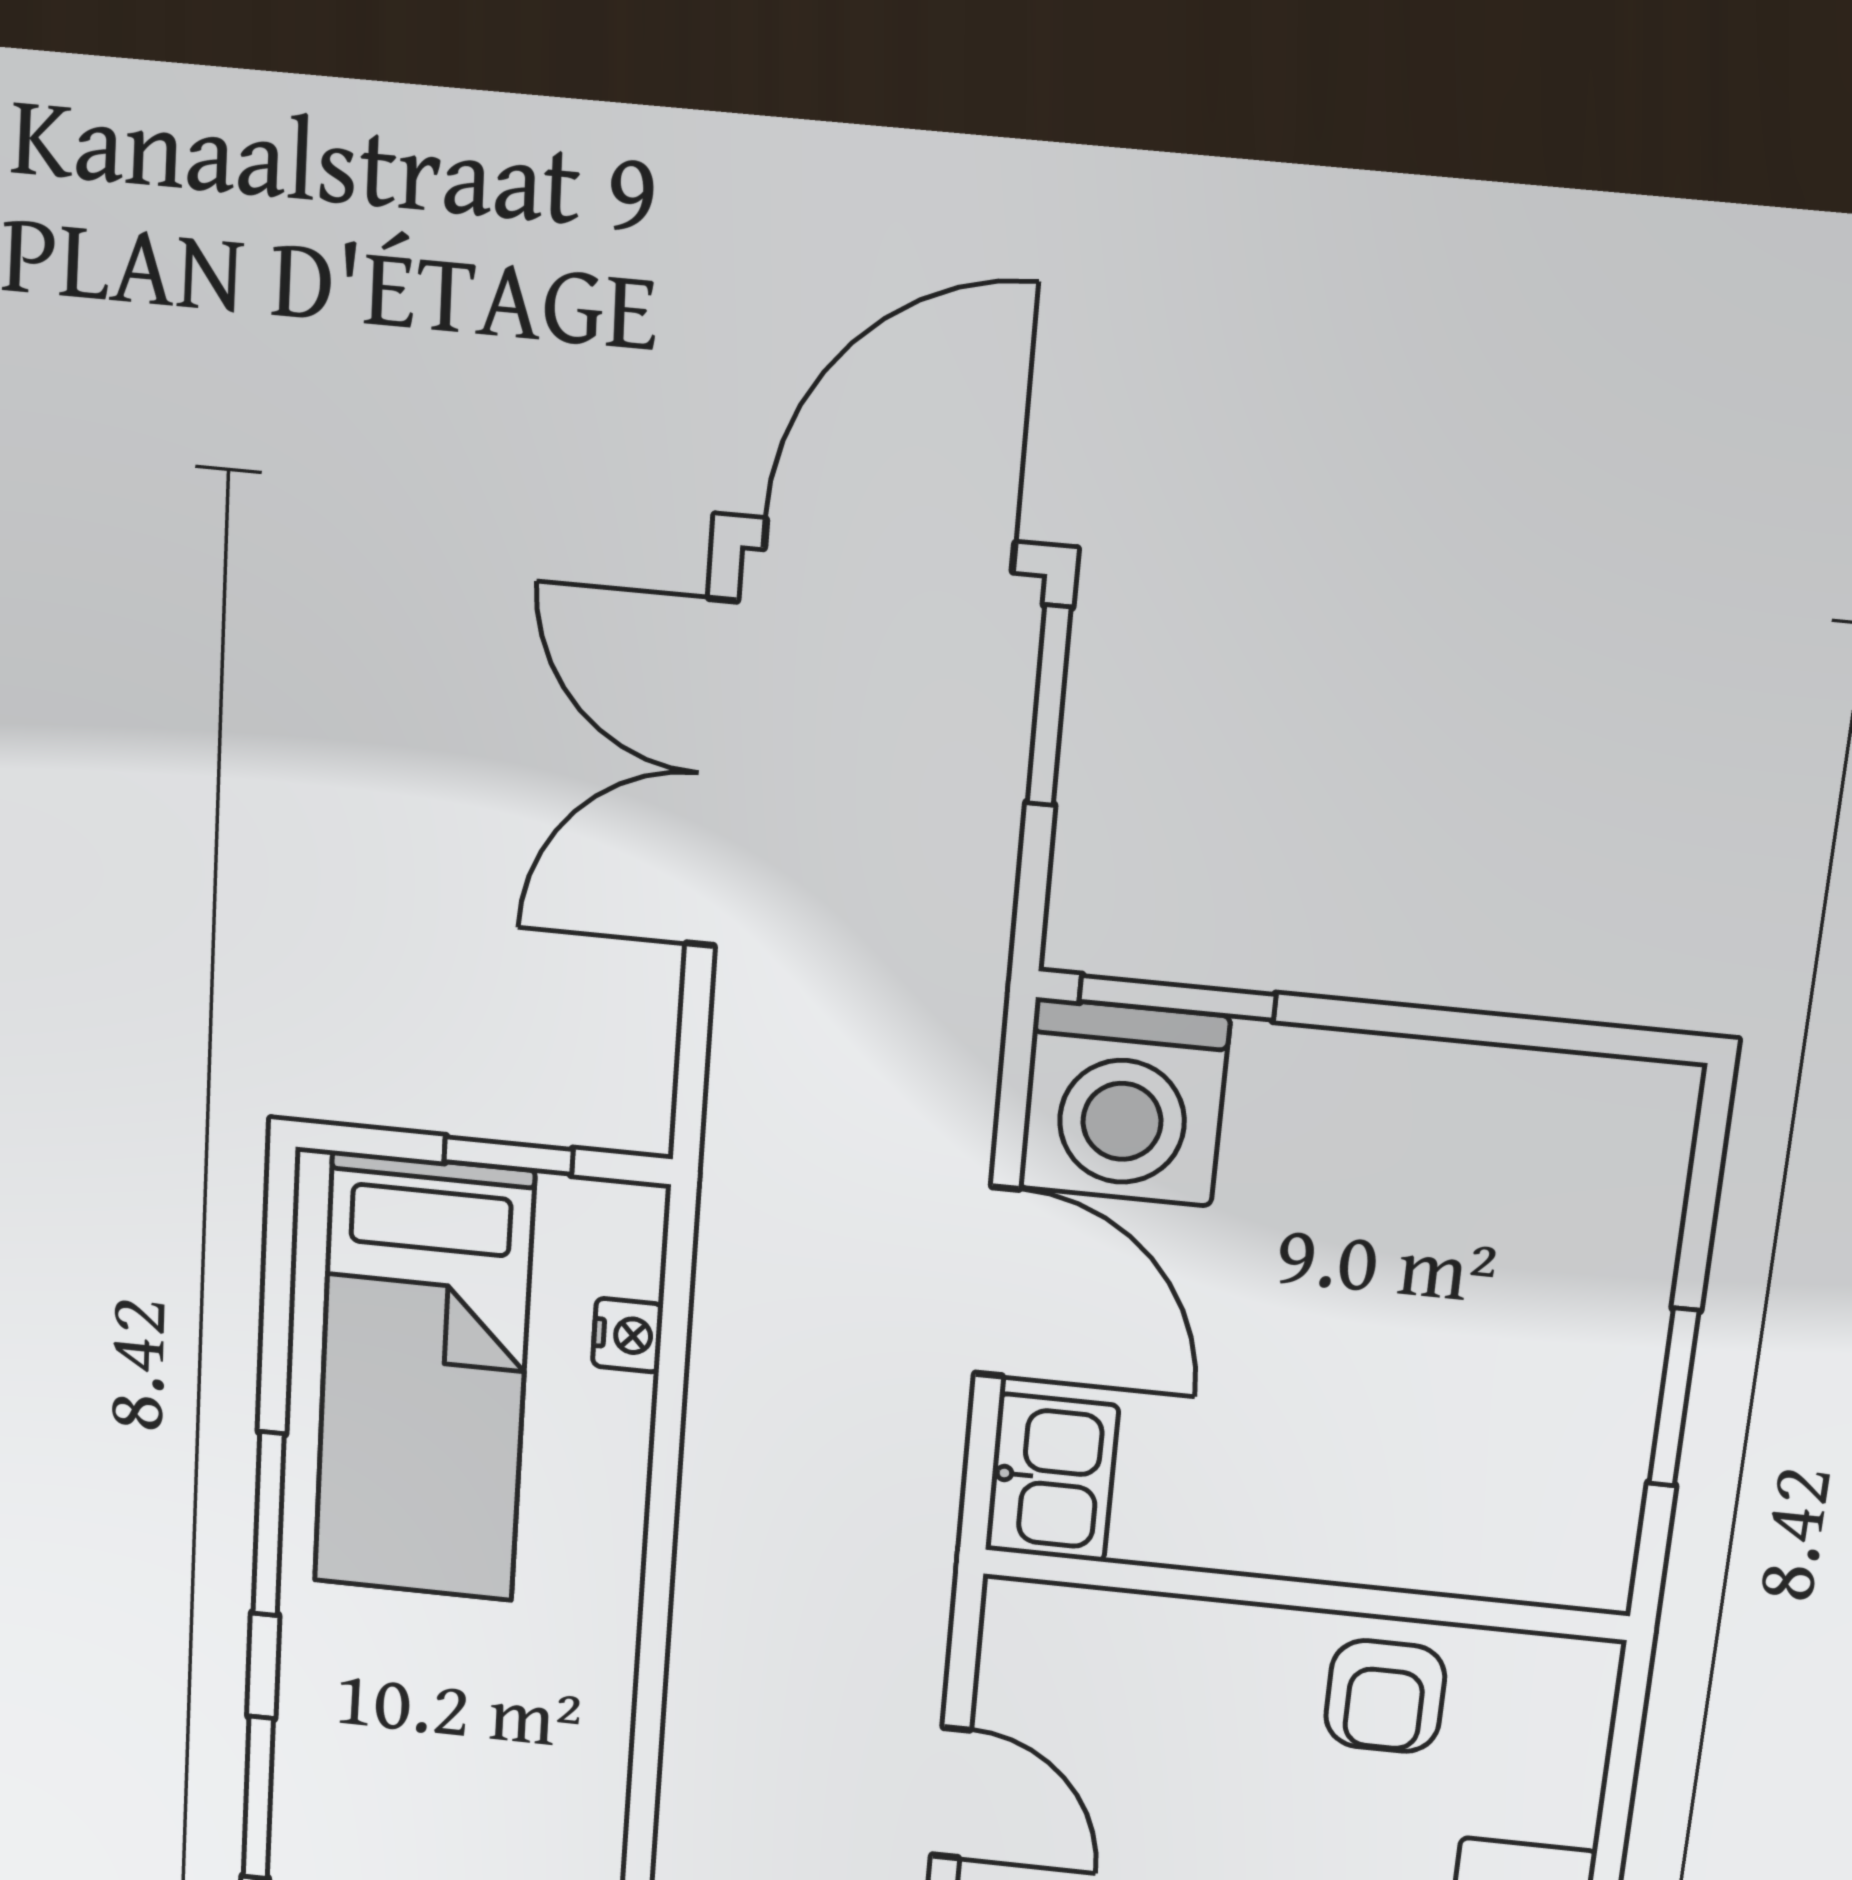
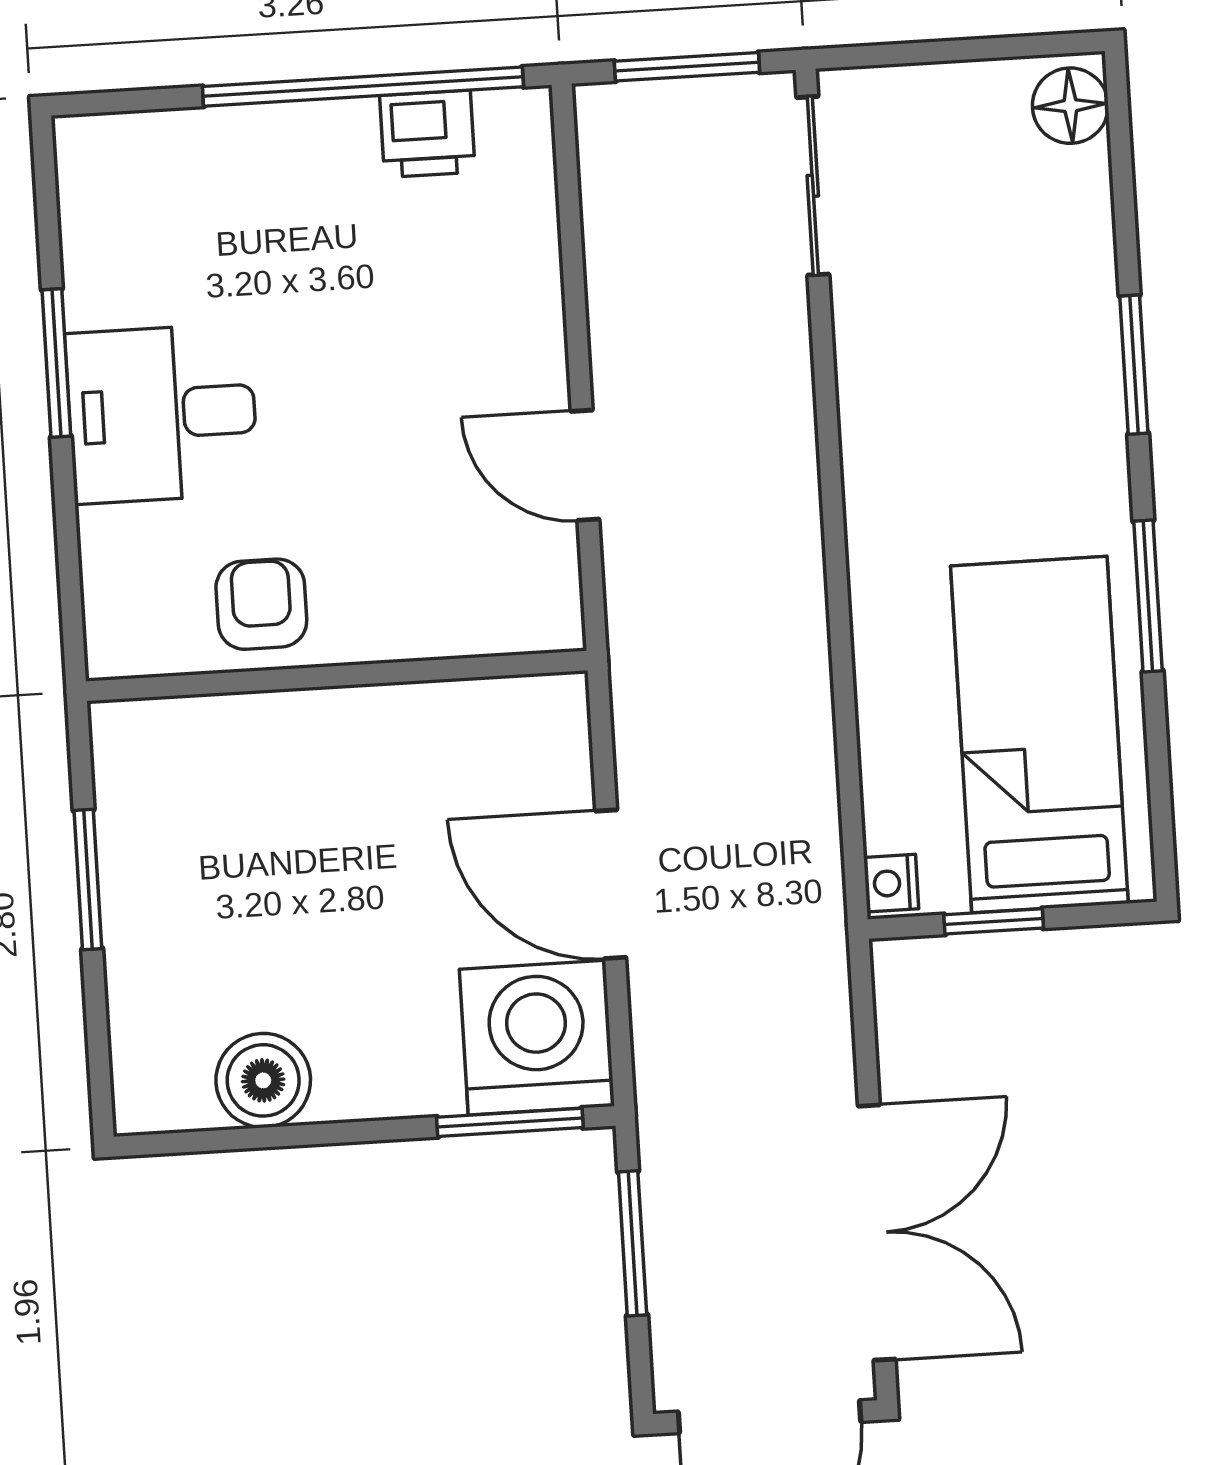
window: (1049, 706) -> (633, 1243), moved
boiler: (1494, 1105) -> (263, 1080), added
nightstand: (628, 1335) -> (891, 883), moved
kitchen sink: (1052, 1478) -> (546, 737), removed

